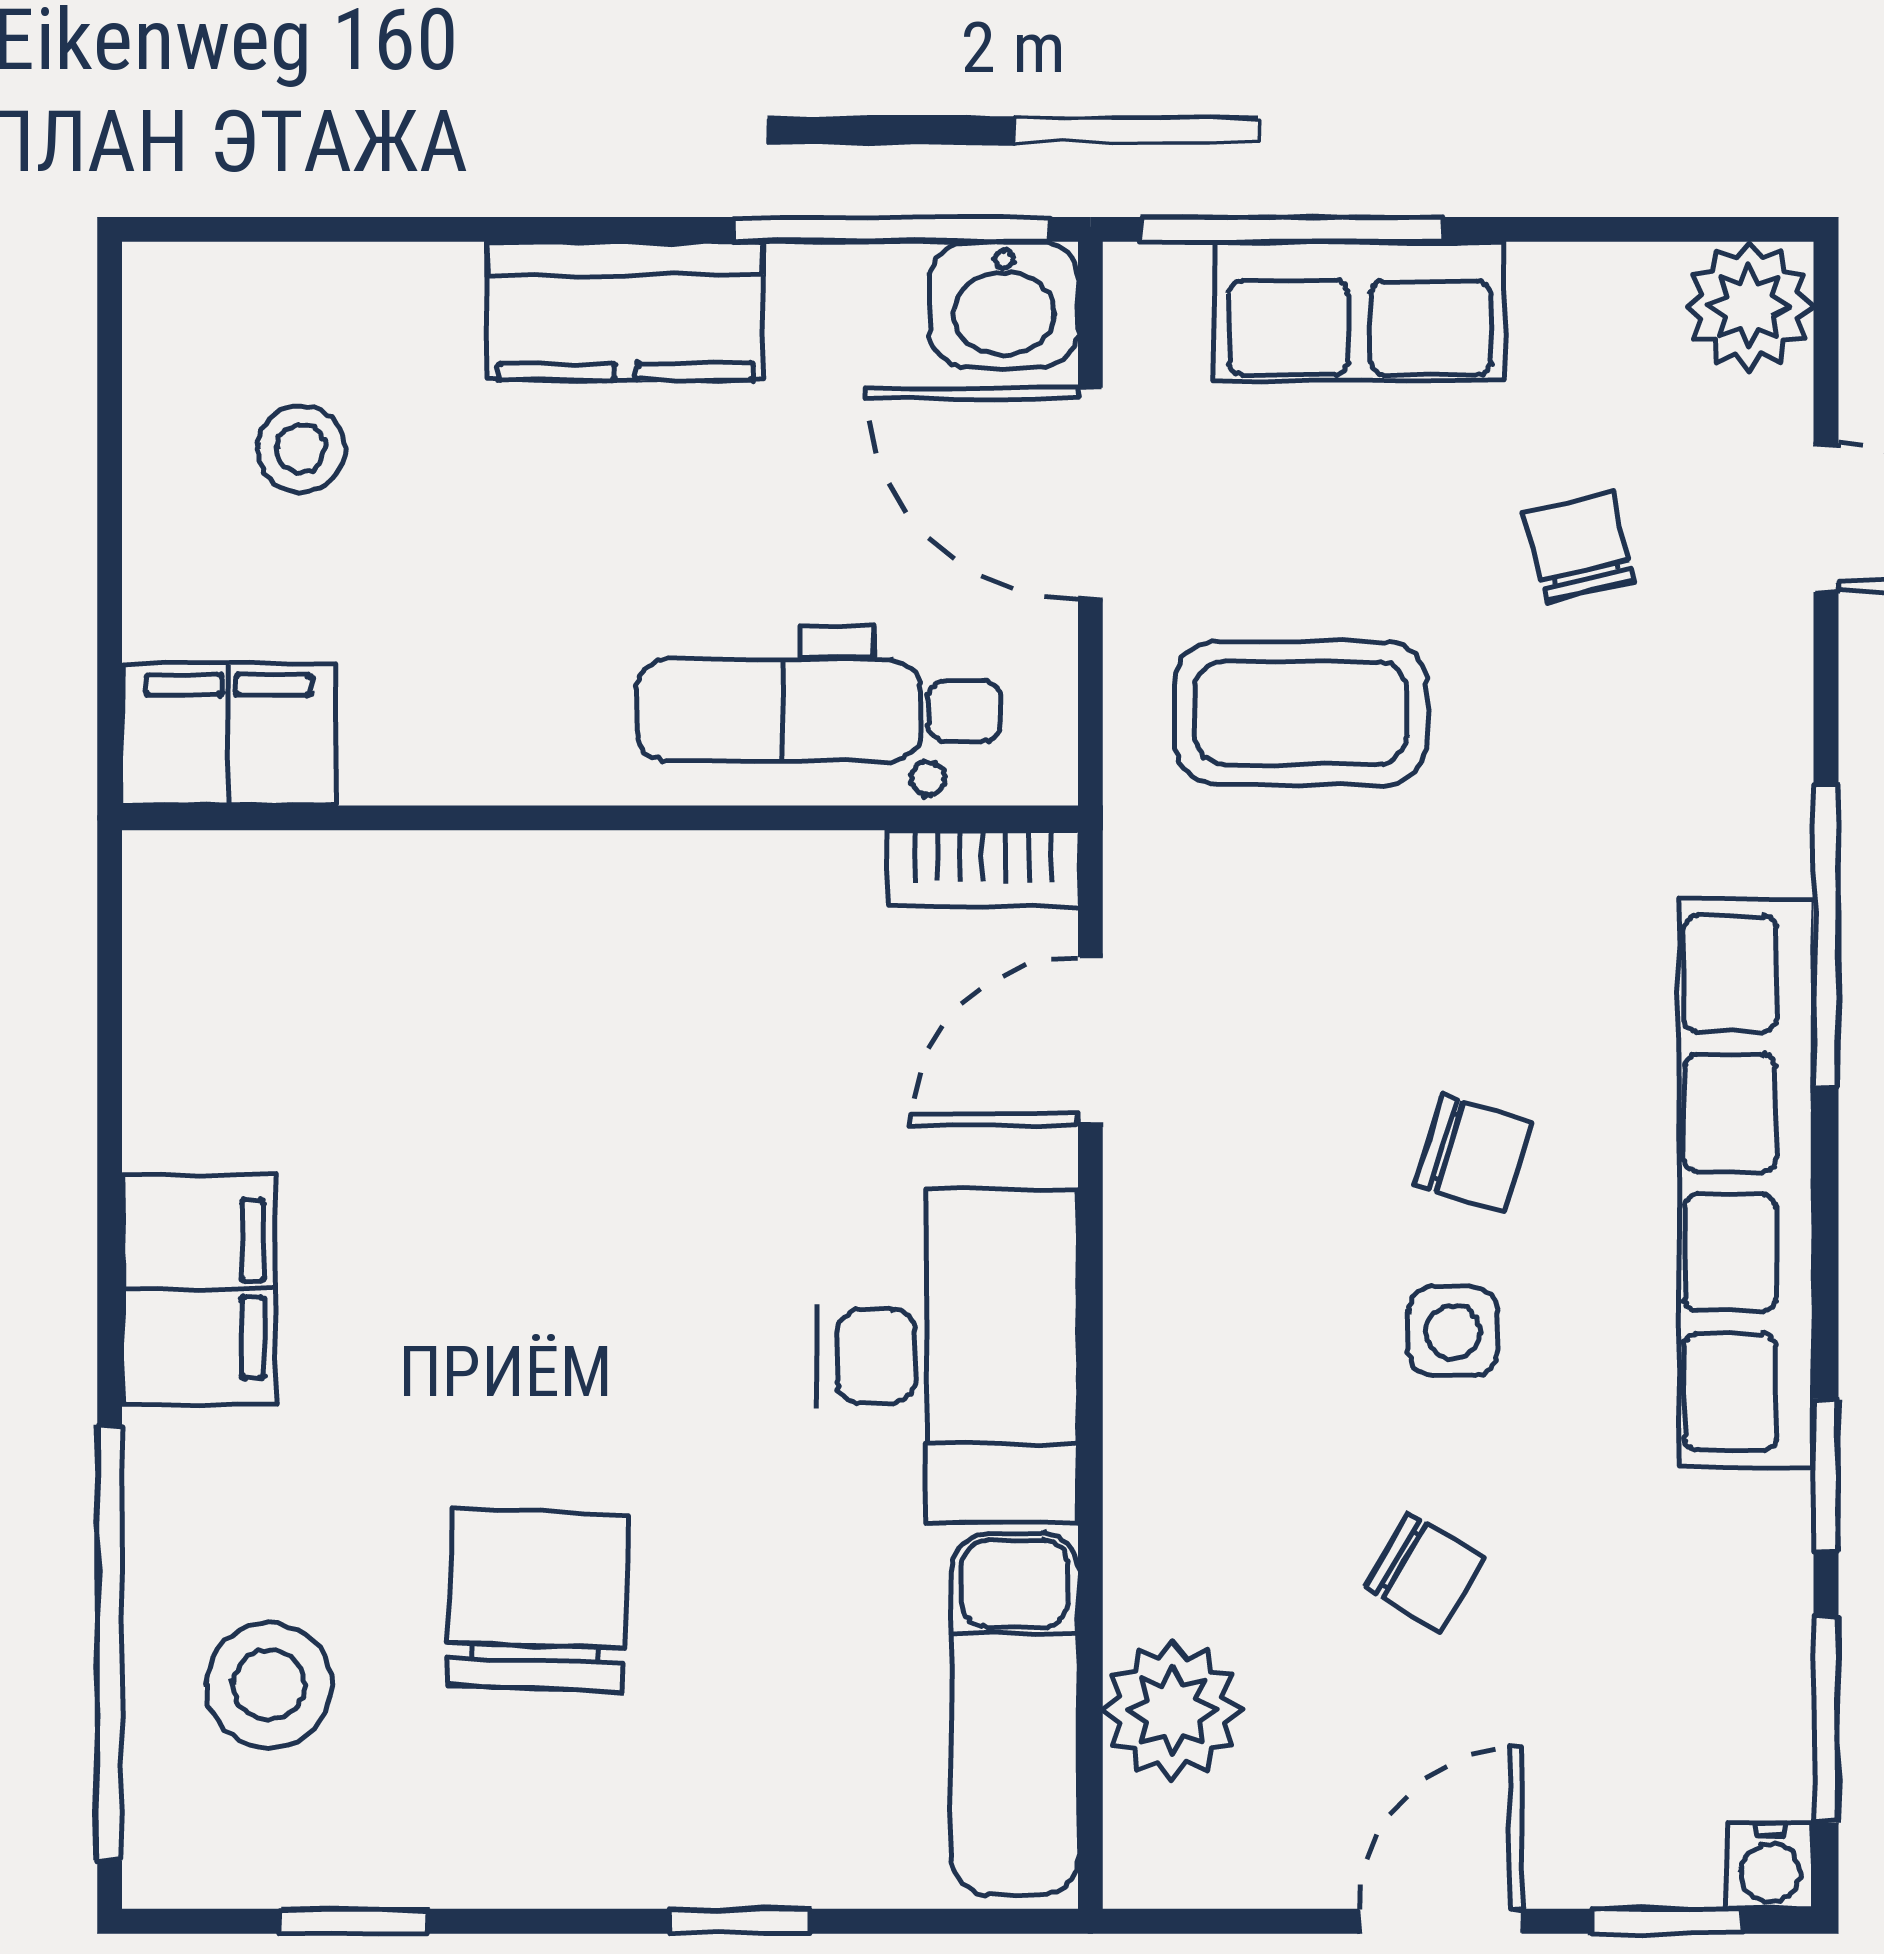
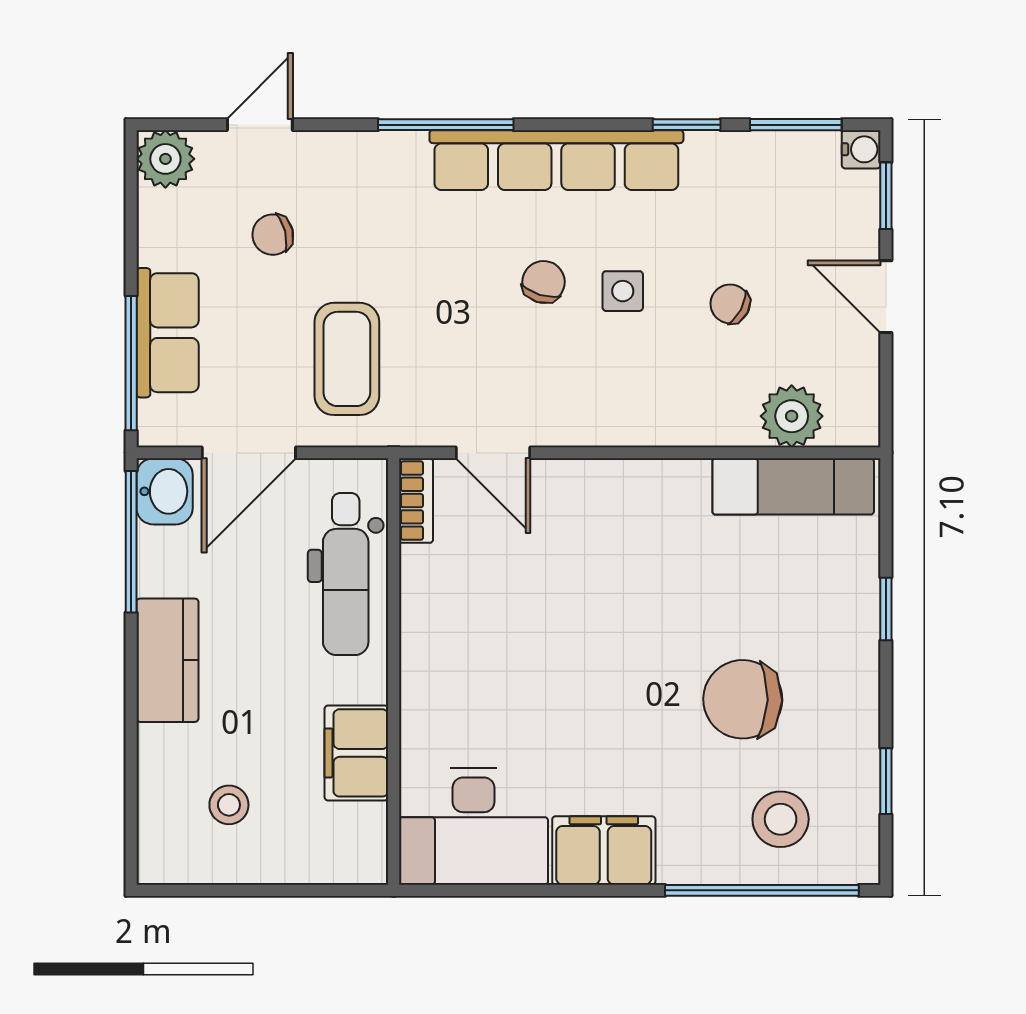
filing cabinet: (229, 734) -> (356, 753), moved
desk: (947, 1356) -> (473, 826), moved, turned 180
chair: (1424, 1572) -> (730, 304), turned -92

